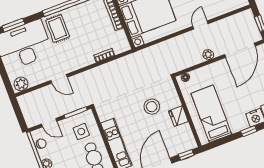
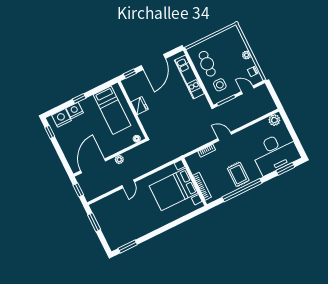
rug: (58, 29) -> (238, 174), moved
door: (59, 79) -> (225, 136), moved
stool: (152, 107) -> (163, 111), removed

